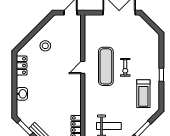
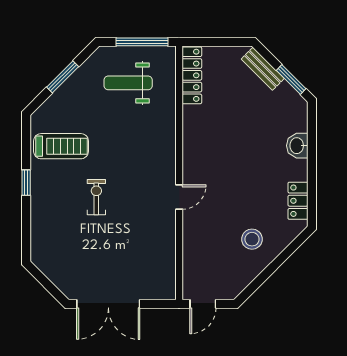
exercise mat: (106, 66) -> (134, 199), removed
treadmill: (143, 94) -> (61, 146), turned 90

